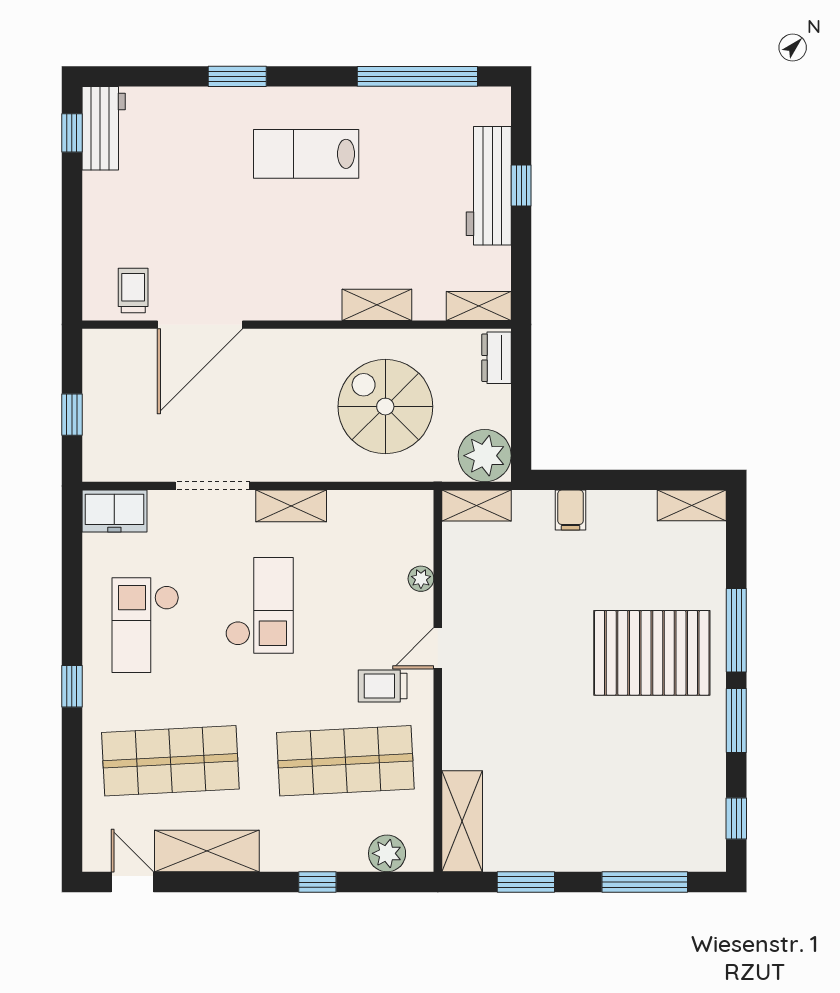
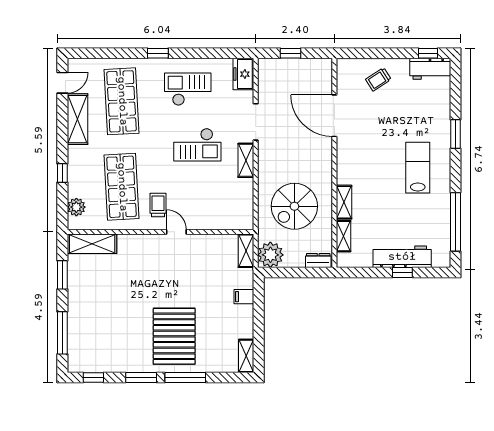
trolley: (133, 290) -> (378, 79), moved, turned 147
shelving: (479, 306) -> (343, 236), moved
spiral stairs: (385, 407) -> (294, 206), turned 180
plant: (421, 579) -> (210, 224), removed

